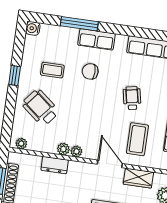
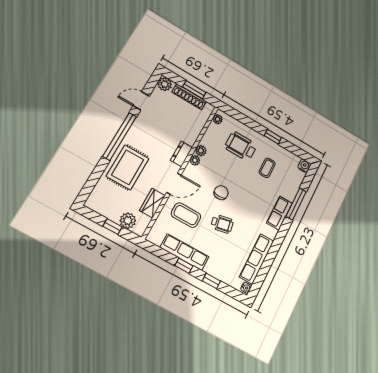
chair: (90, 71) -> (221, 193), moved
wheelchair: (40, 108) -> (241, 146), turned -129
dresser: (55, 165) -> (181, 154), moved

